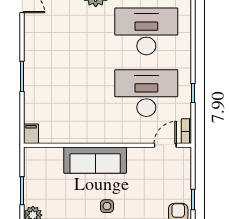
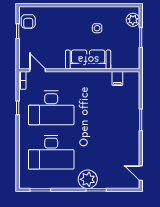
filing cabinet: (31, 134) -> (117, 79), moved
door: (165, 145) -> (38, 70), swing flipped
side table: (107, 206) -> (97, 28), moved

